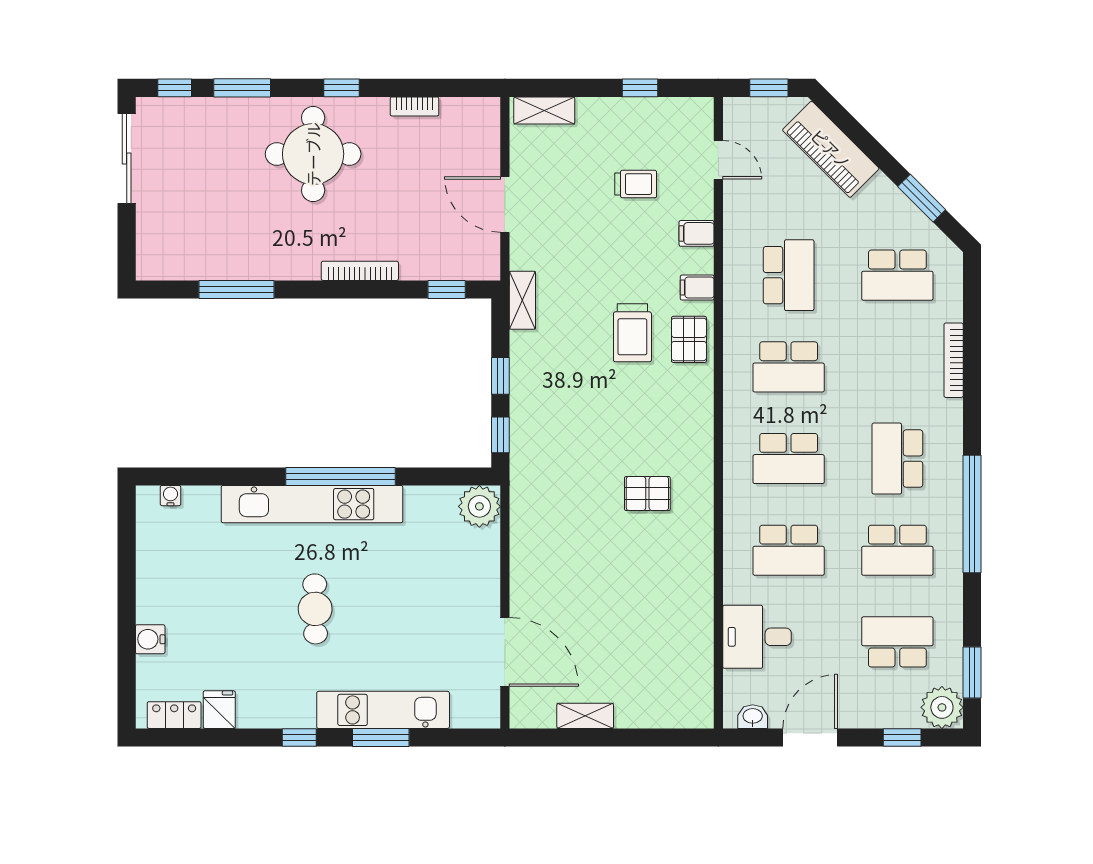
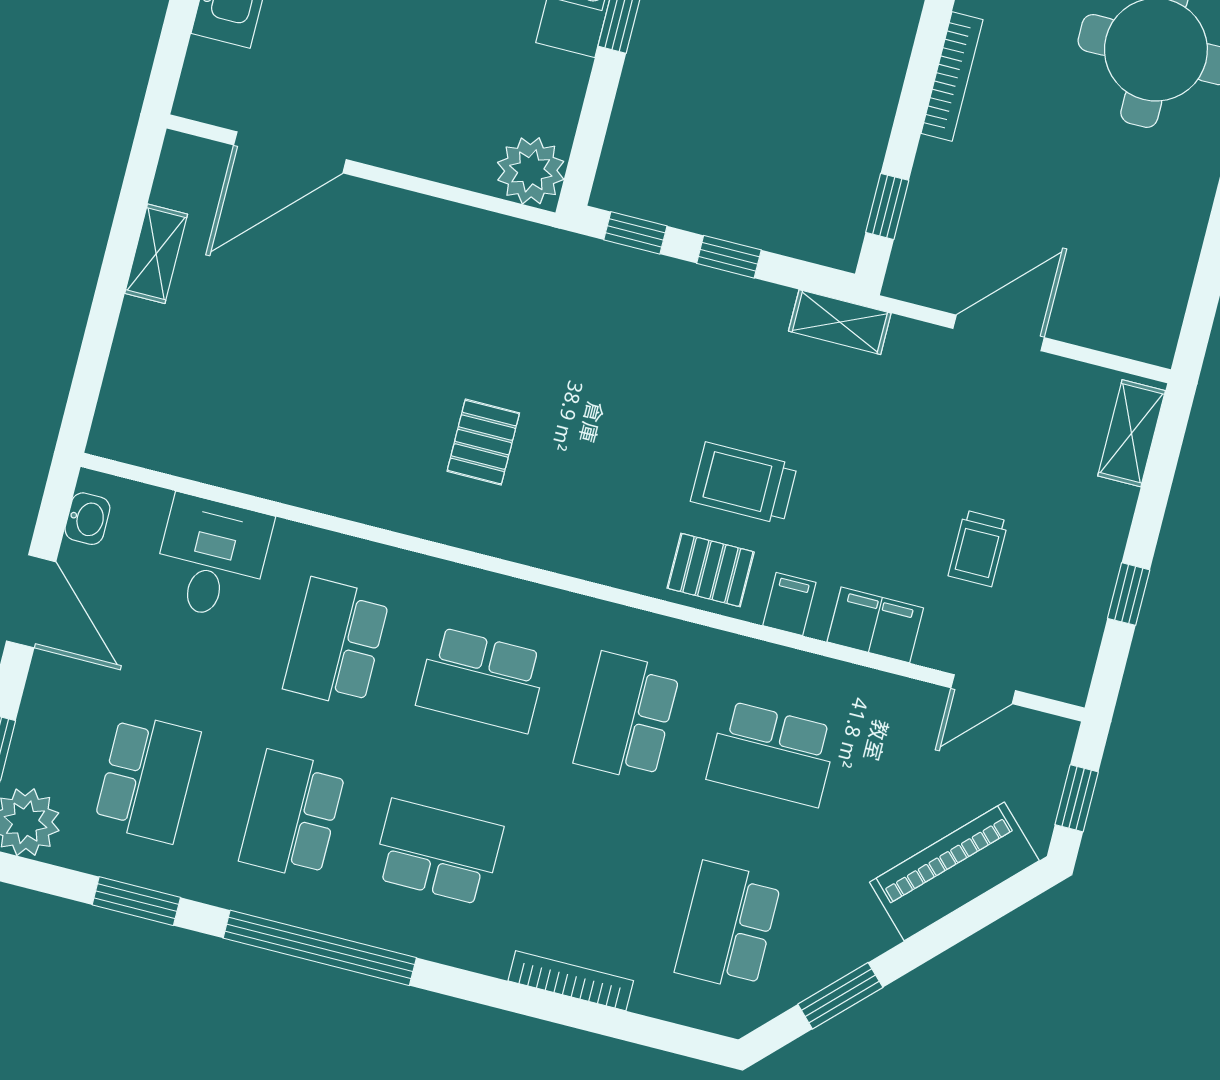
bookcase: (414, 106) -> (1190, 229), removed
filing cabinet: (697, 233) -> (875, 625), width x2.00
school desk: (789, 459) -> (482, 680), turned -90
window: (972, 673) -> (136, 901), moved

